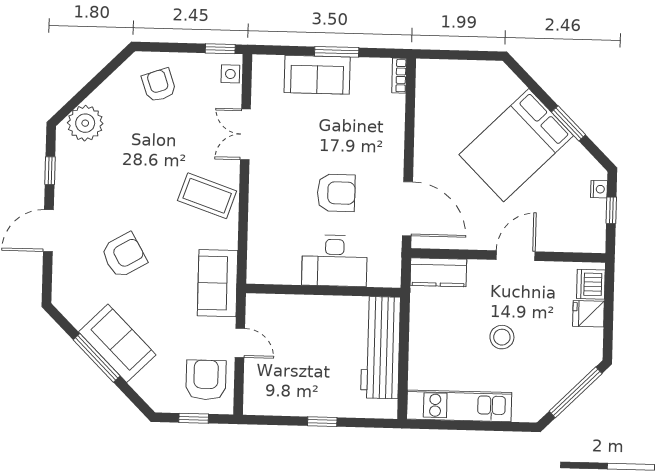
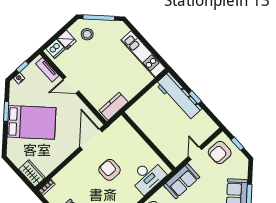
wardrobe: (441, 74) -> (32, 173), added
tv unit: (572, 243) -> (47, 70), added
desk: (334, 261) -> (148, 176), moved, turned 90
kitchen counter: (438, 272) -> (114, 106), moved, turned -90
stool: (502, 337) -> (87, 34), moved
workbench: (381, 348) -> (179, 96), moved, turned 90

